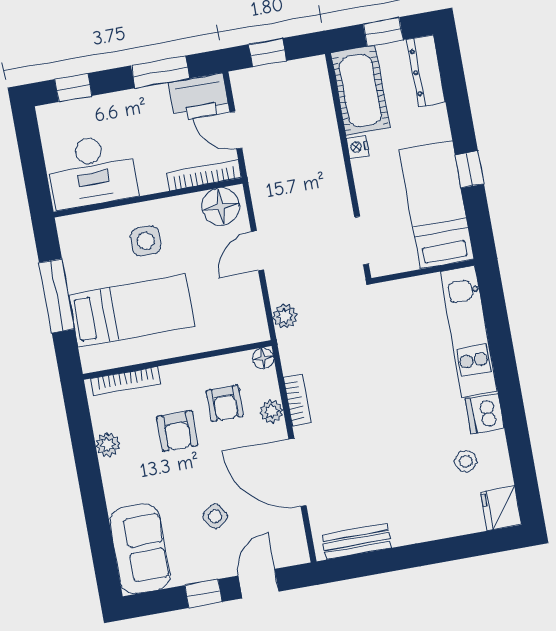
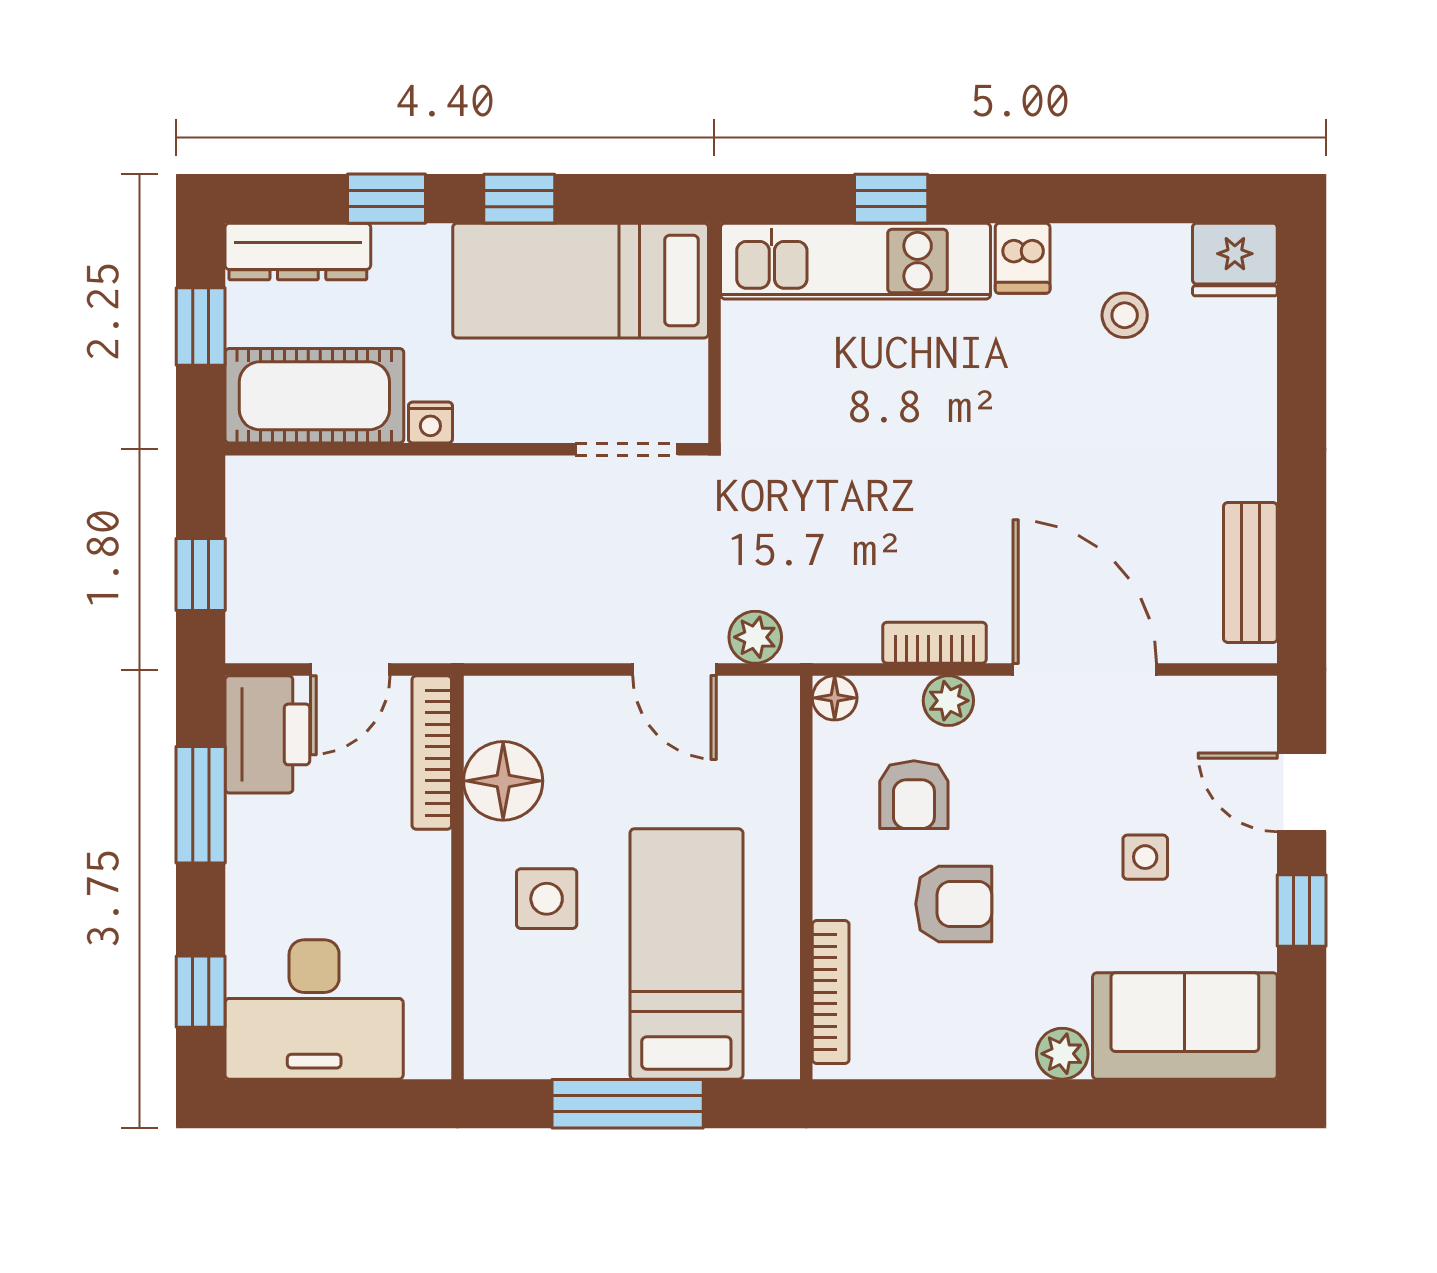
window: (458, 108) -> (386, 199), added
desk: (92, 171) -> (314, 1009), moved, turned 90
floor lamp: (221, 207) -> (503, 781), moved
door: (258, 251) -> (675, 670), moved
window: (501, 343) -> (891, 199), added
armchair: (225, 403) -> (914, 795), turned 90
dishwasher: (485, 414) -> (1023, 258), width x0.73
plant: (108, 445) -> (1062, 1054), moved
door: (297, 472) -> (1085, 670), swing flipped
side table: (215, 516) -> (1145, 857), turned 35

